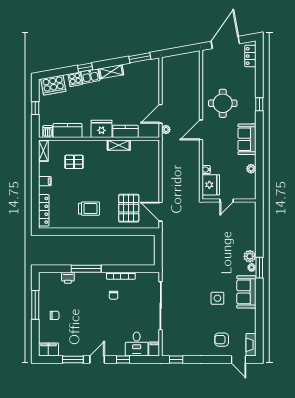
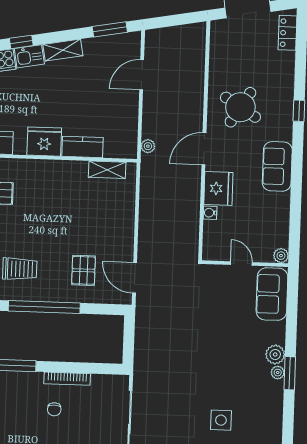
round table: (223, 103) -> (240, 107), turned 32
door: (161, 114) -> (142, 75), moved
shelving: (119, 145) -> (107, 170), moved
plant: (251, 169) -> (281, 256), moved
fridge: (211, 185) -> (218, 188), moved
door: (227, 200) -> (241, 264), swing flipped
pallet: (129, 208) -> (84, 270), width x0.67, depth x0.71
window: (105, 232) -> (44, 307), added
sofa: (246, 292) -> (272, 294), moved

